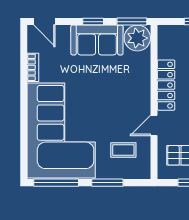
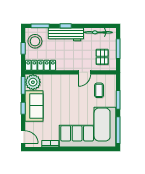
door: (44, 22) -> (23, 137), hinge flipped
locker: (166, 85) -> (41, 65), moved
door: (154, 125) -> (84, 72), hinge flipped

